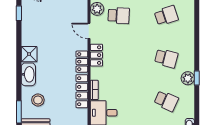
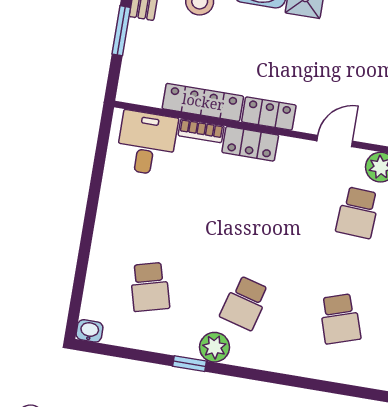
locker: (96, 55) -> (250, 144), moved
plant: (188, 78) -> (214, 347), moved
school desk: (166, 101) -> (150, 287), turned -39

